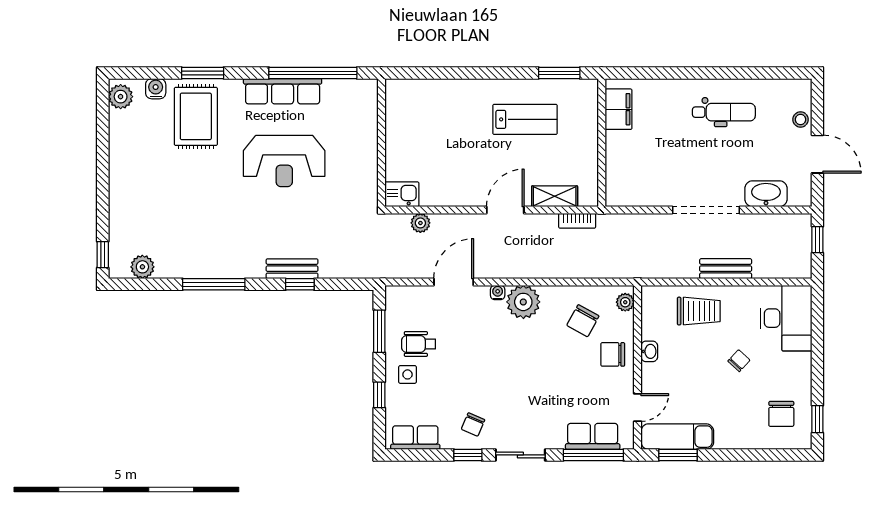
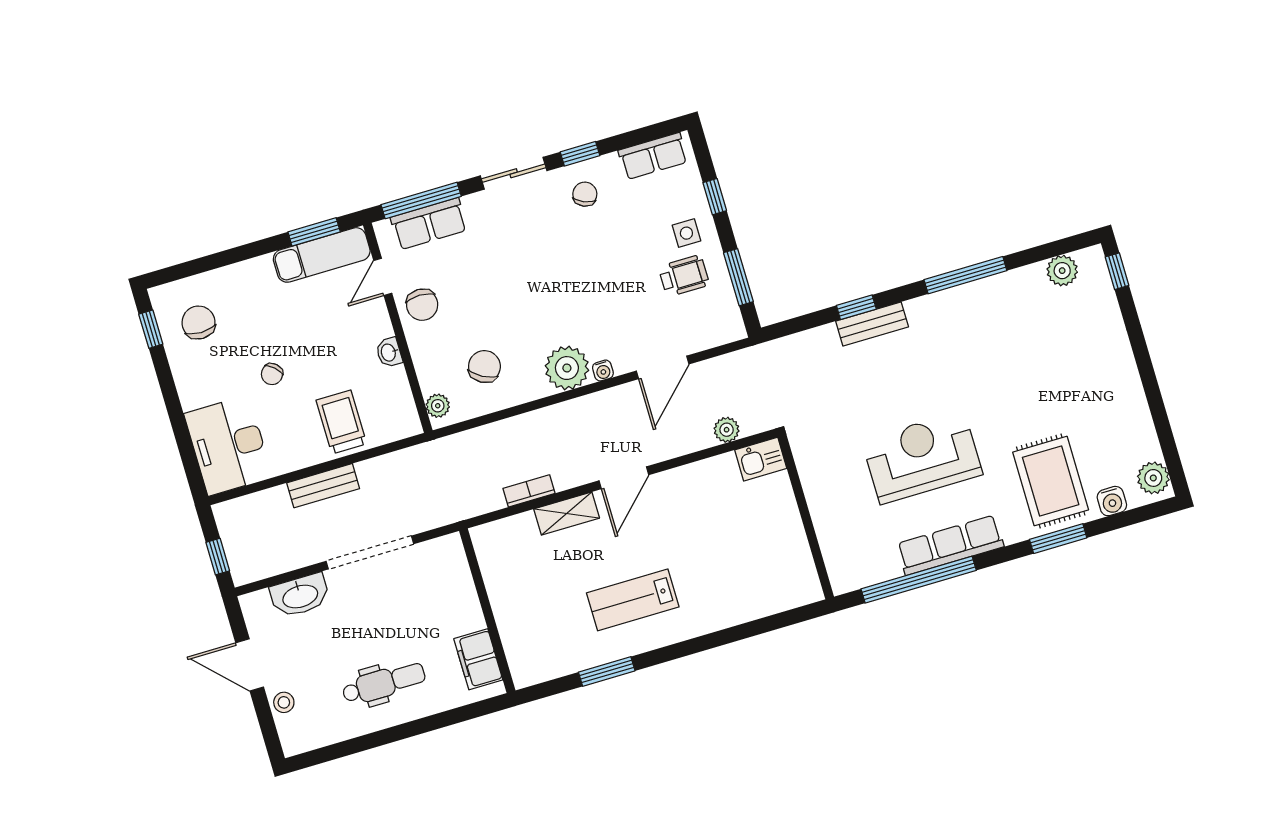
filing cabinet: (618, 109) -> (478, 659), moved
dental chair: (724, 112) -> (384, 683), turned 180
wall: (602, 143) -> (487, 611), moved
trolley: (699, 311) -> (341, 422), turned 90
chair: (613, 354) -> (422, 305), moved, turned 90

